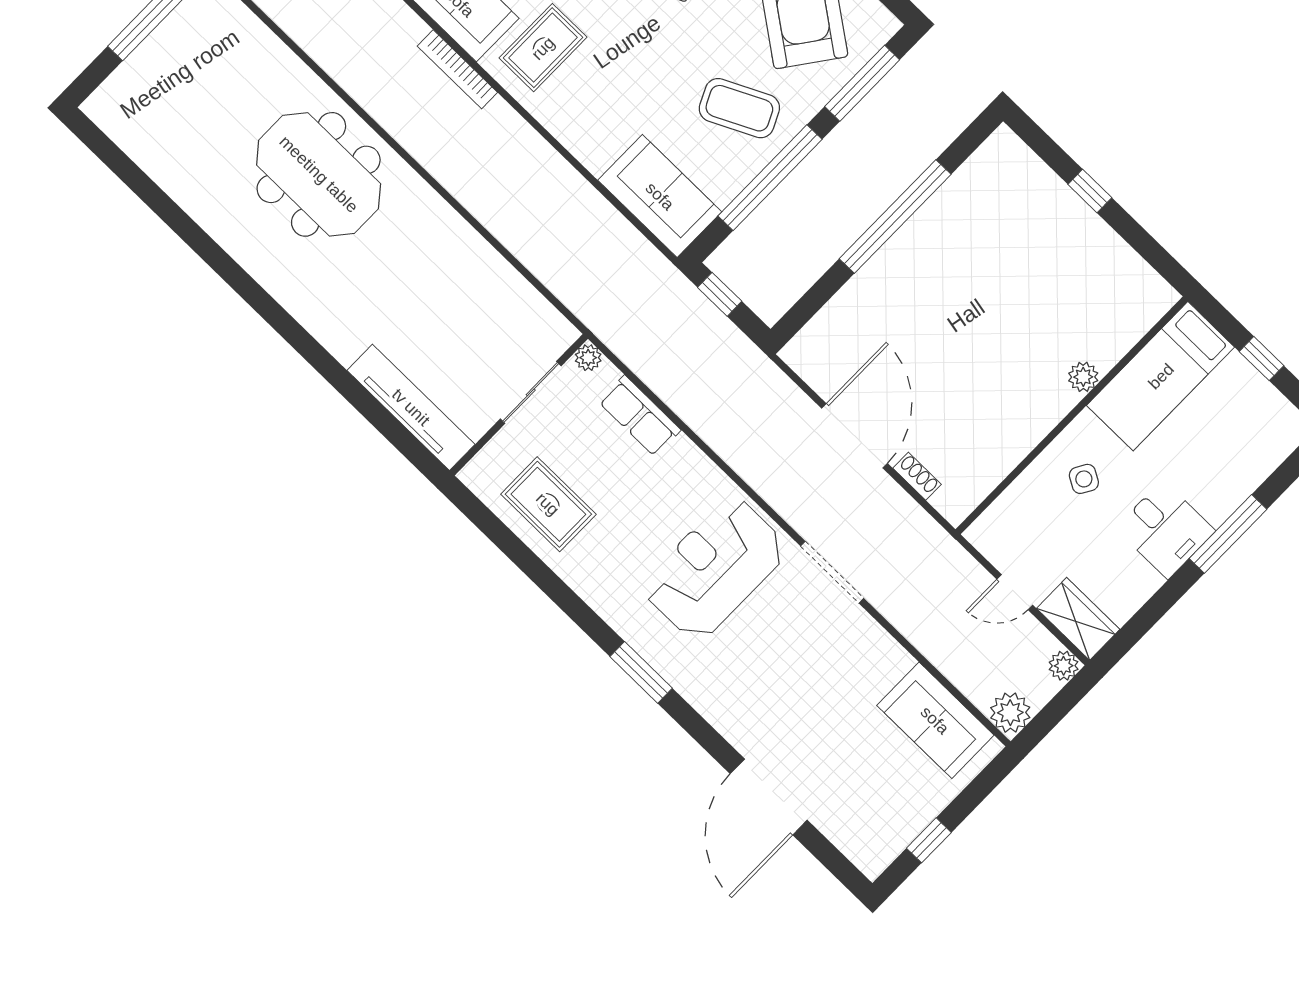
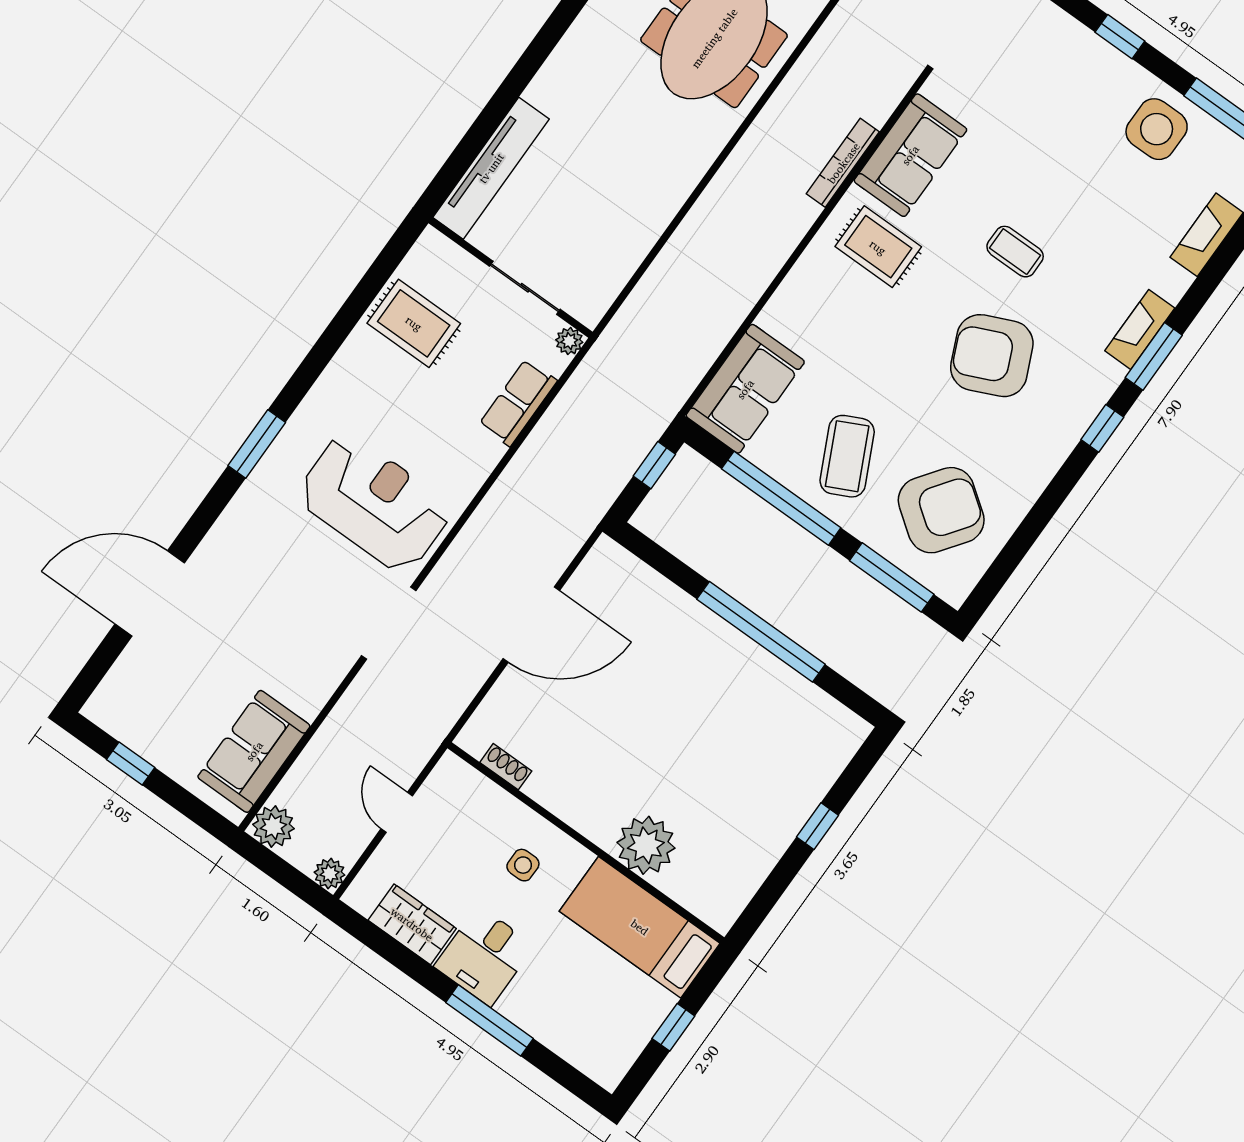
plant: (1083, 377) -> (646, 845), width x1.88, depth x1.88
shoe rack: (917, 476) -> (506, 767), moved, turned -90
side table: (1084, 479) -> (523, 865), turned -30
rug: (548, 504) -> (414, 323), turned 90
wardrobe: (1078, 619) -> (412, 924), moved, turned -90

